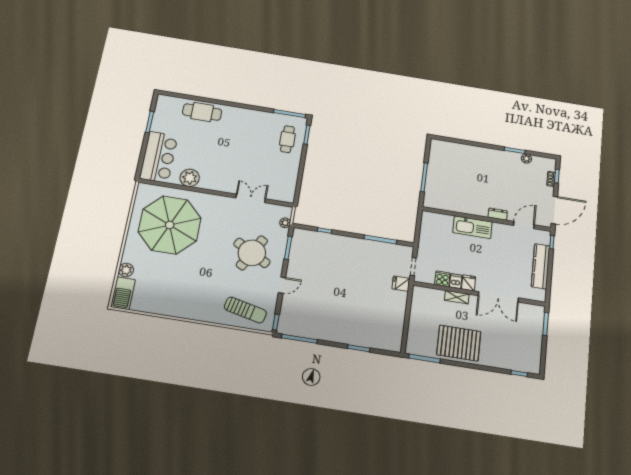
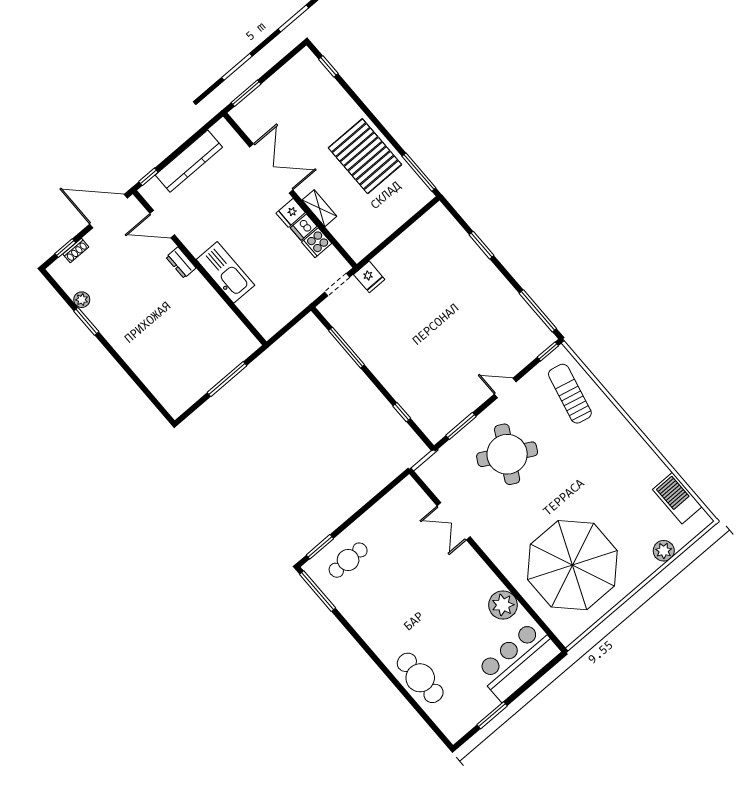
plant: (285, 223) -> (439, 459), removed
barbecue: (123, 293) -> (677, 498), moved, turned -90

